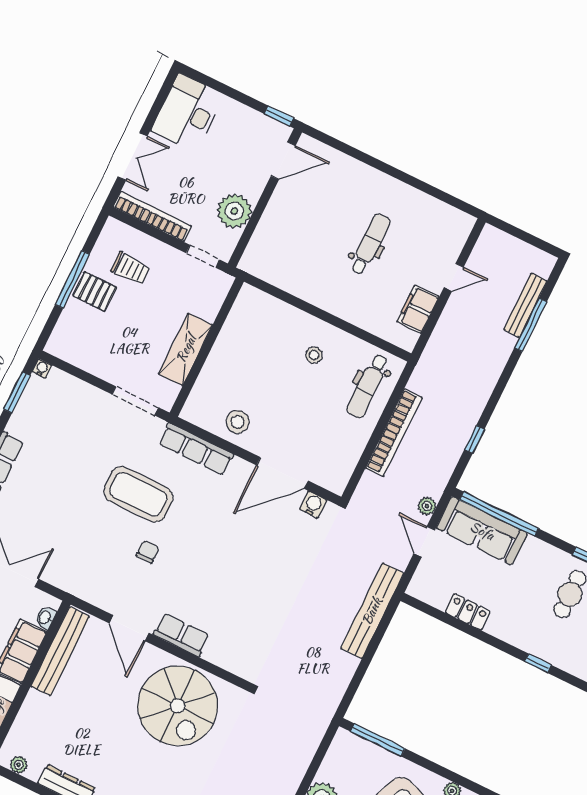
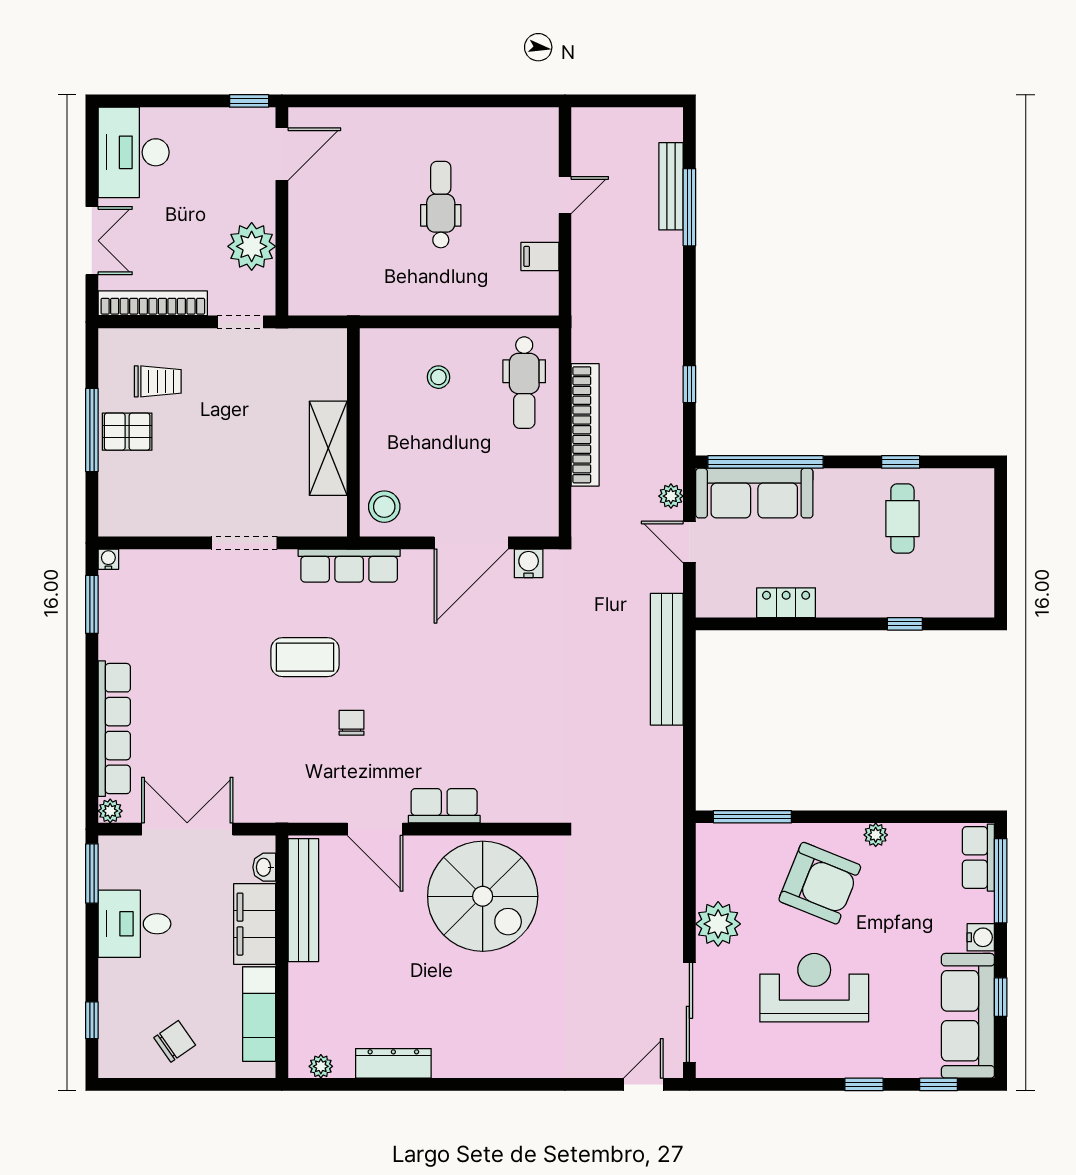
filing cabinet: (418, 309) -> (540, 256), width x0.50
wall: (207, 347) -> (353, 432), moved
shelving: (186, 349) -> (328, 448), moved
coffee table: (138, 494) -> (305, 657), width x0.73, depth x0.76

